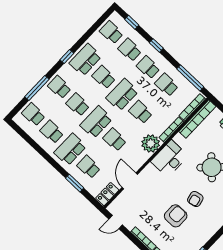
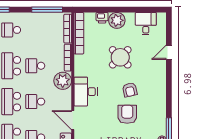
school desk: (167, 85) -> (35, 30), removed
desk: (169, 159) -> (86, 92), moved

